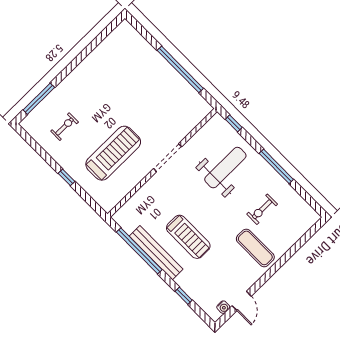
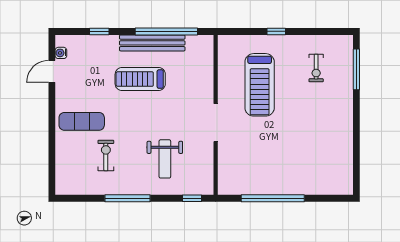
weight bench: (225, 168) -> (165, 159), width x0.73, depth x0.75
door: (242, 301) -> (52, 71), hinge flipped

